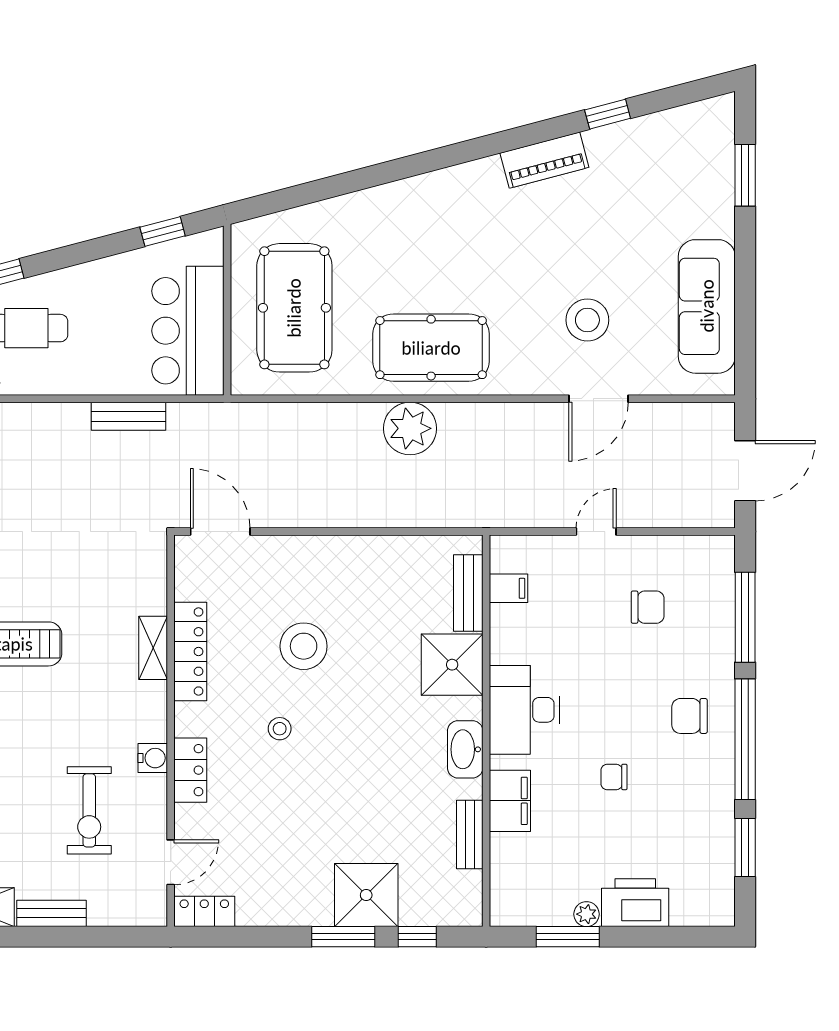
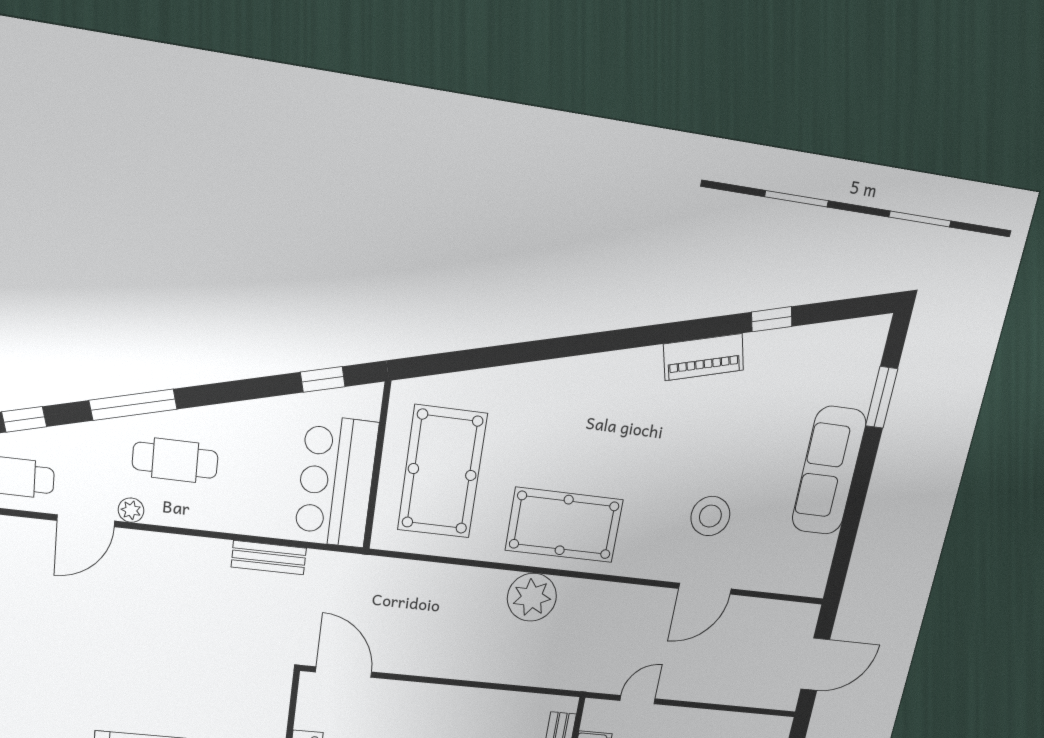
sofa: (707, 306) -> (829, 471), moved
door: (596, 532) -> (638, 700), moved

